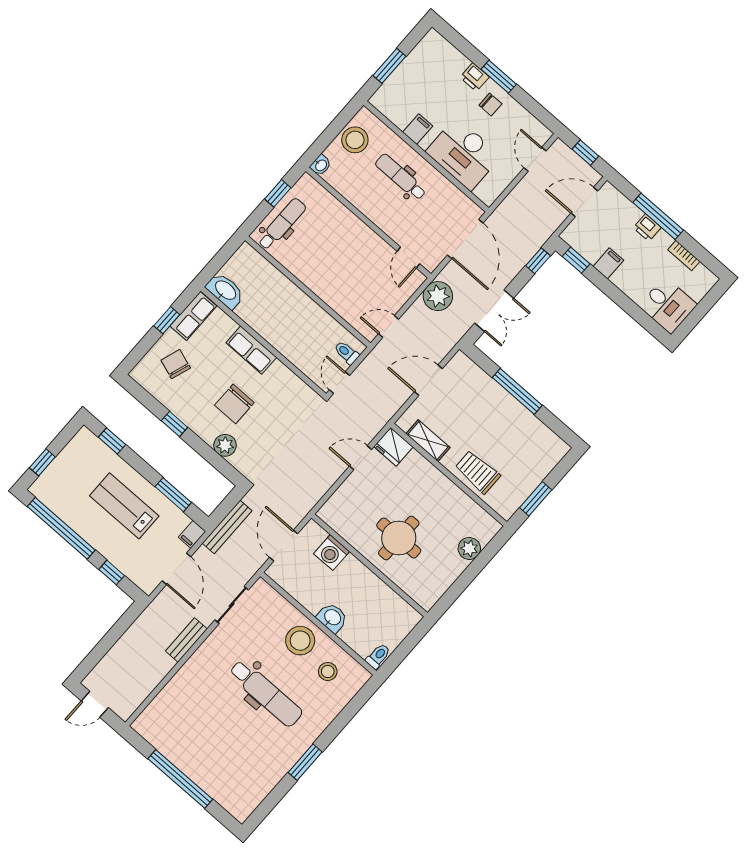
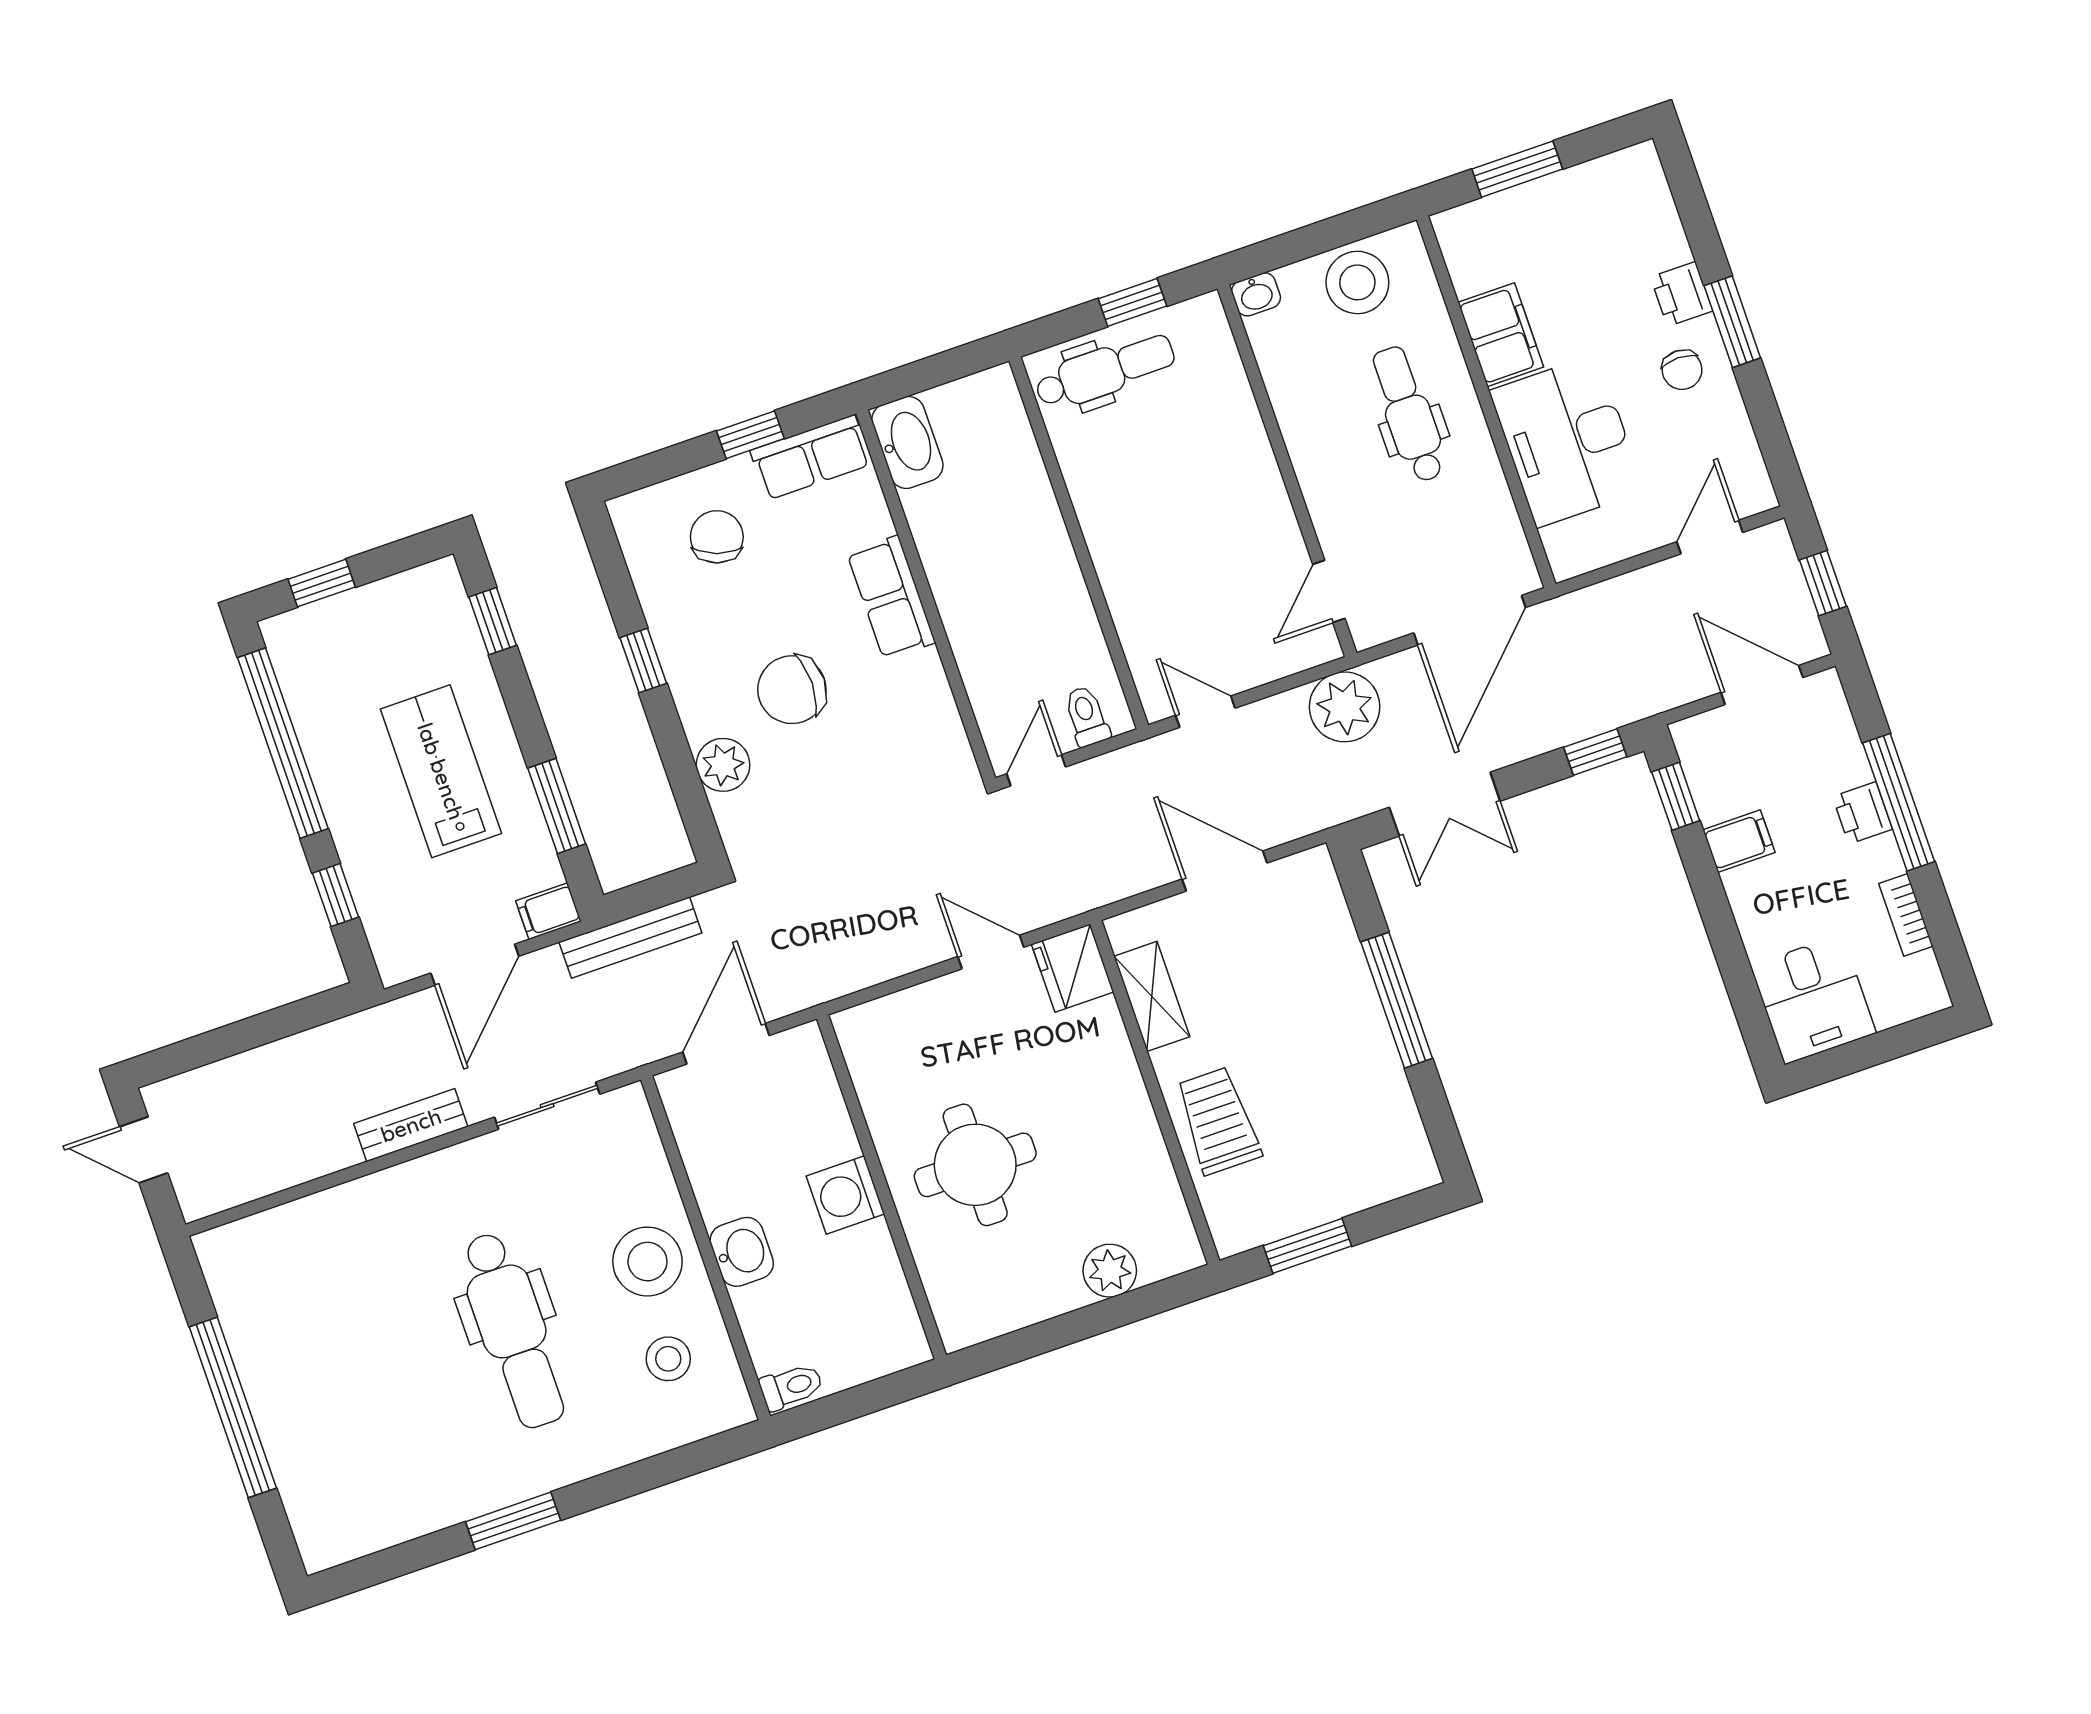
filing cabinet: (418, 129) -> (1501, 335), width x2.00
washing machine: (332, 553) -> (845, 1195), moved

